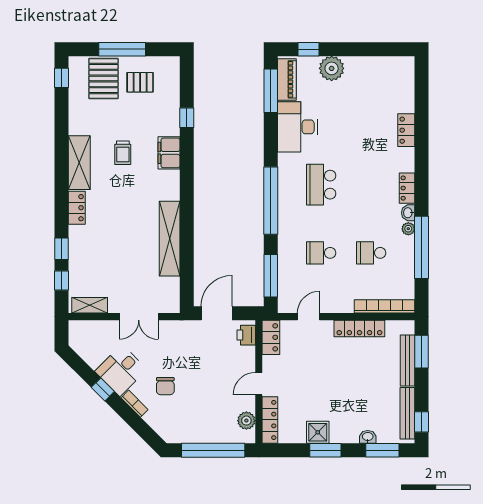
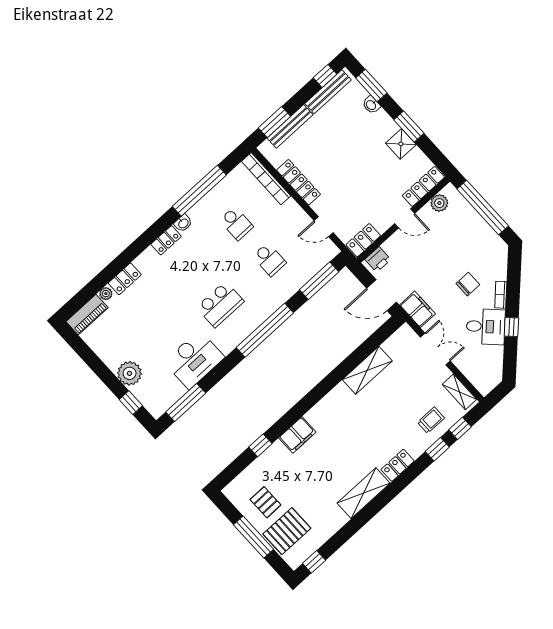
piano: (287, 79) -> (87, 315), moved, turned 180
trolley: (123, 153) -> (431, 420), moved
plant: (408, 229) -> (106, 294), moved
shelving: (170, 239) -> (367, 370), width x0.68
filing cabinet: (181, 331) -> (418, 309), added

